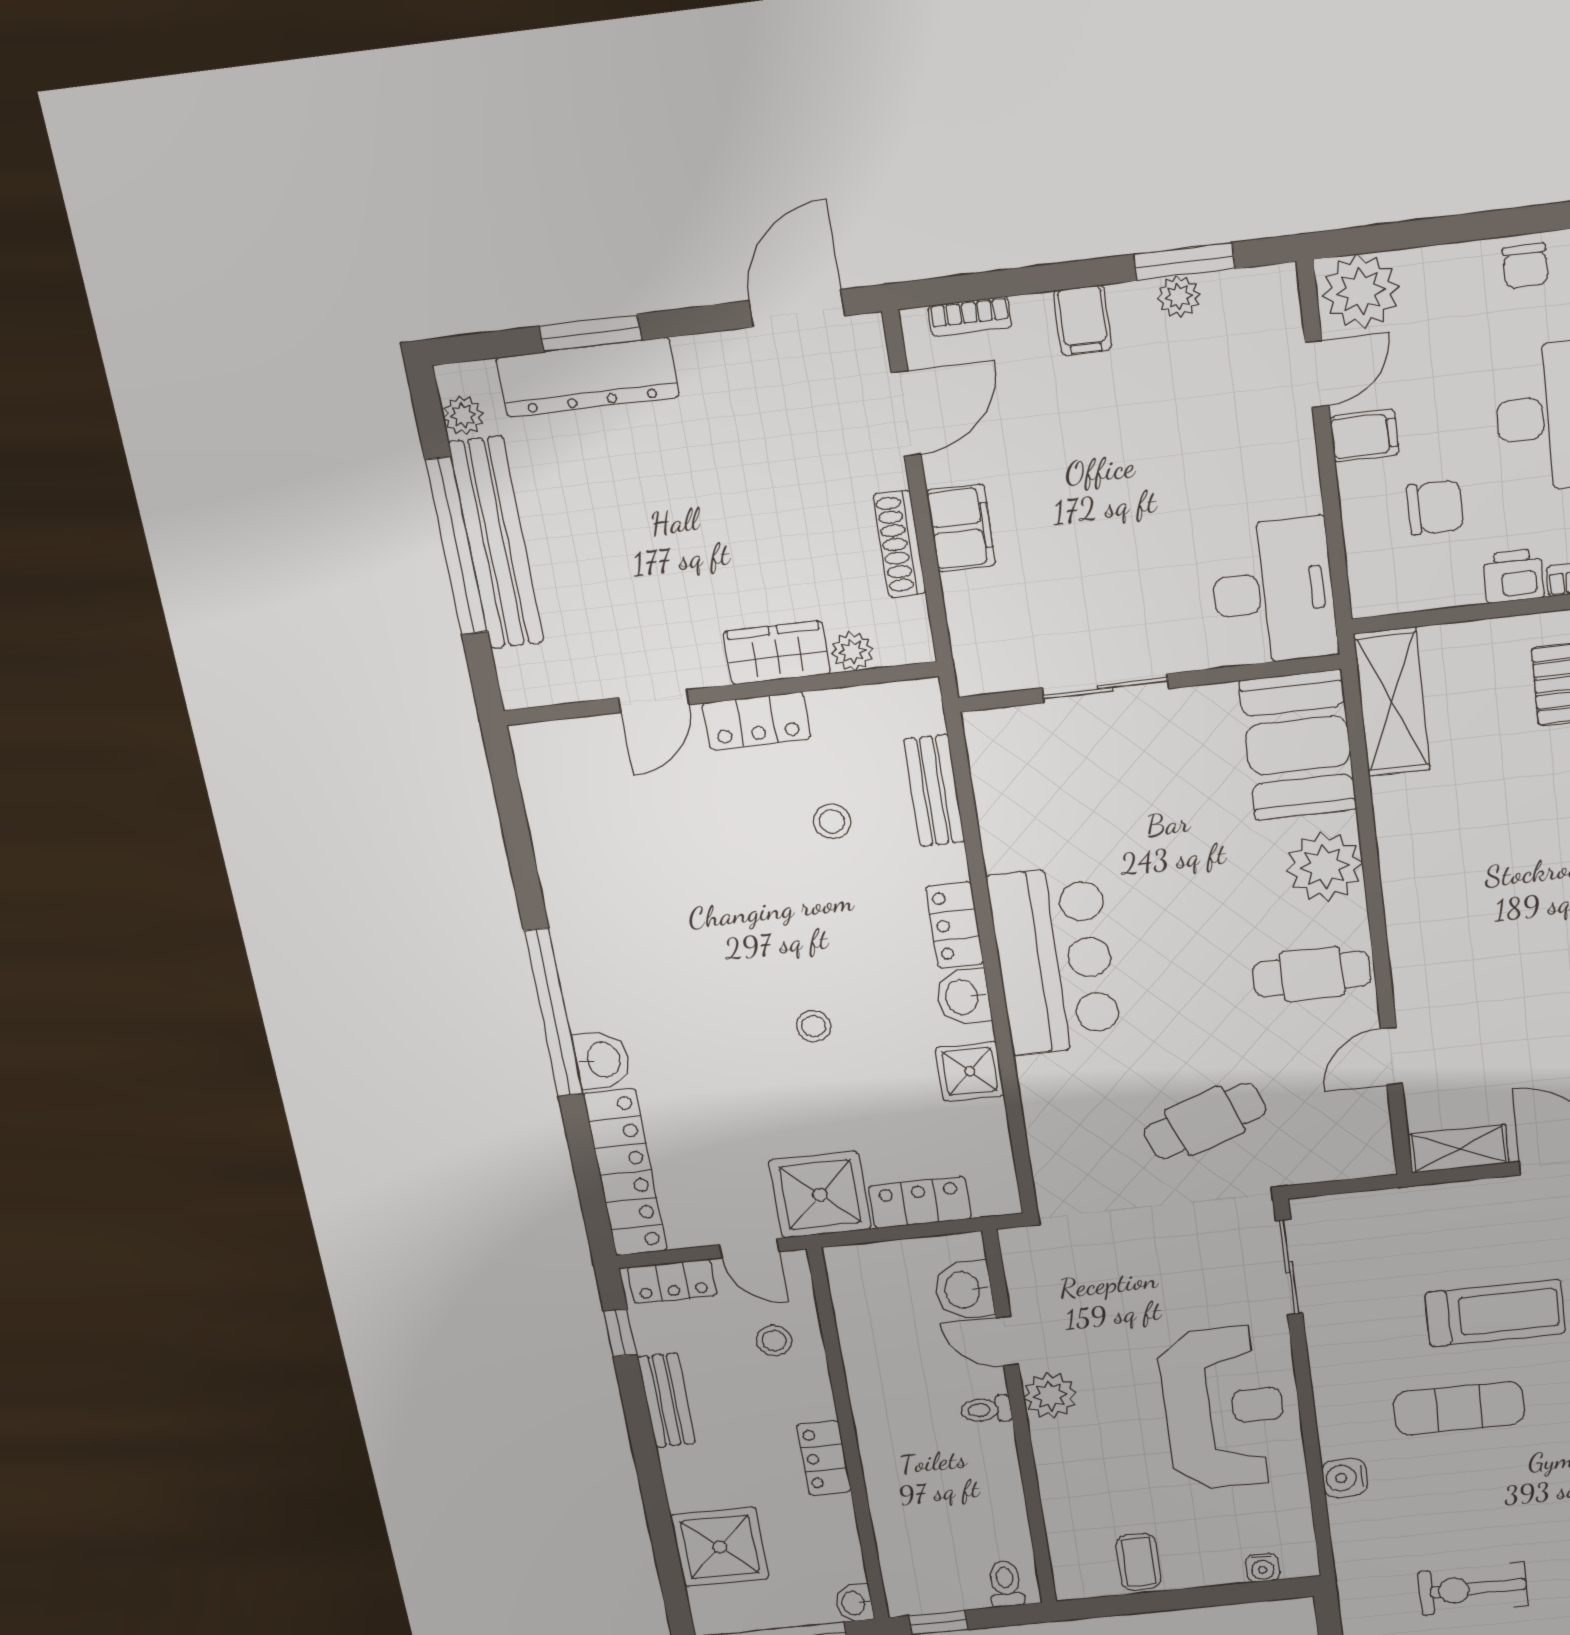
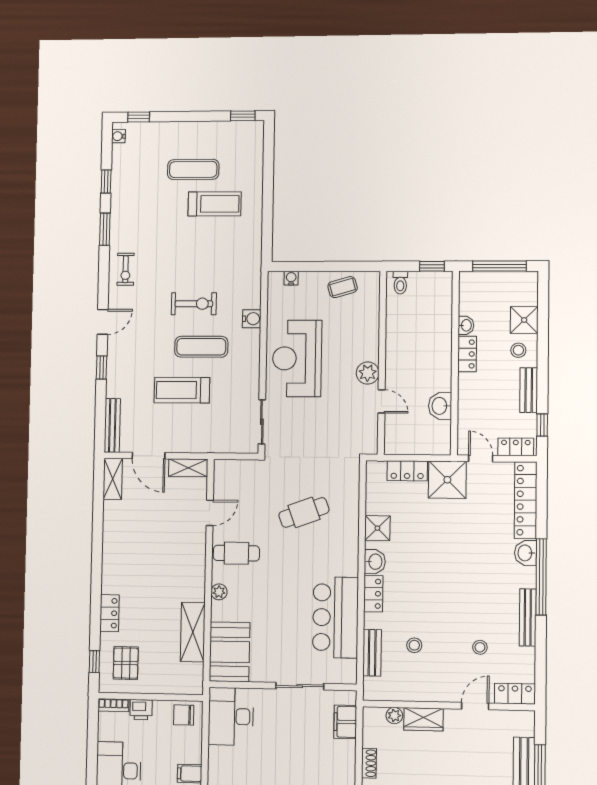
chair: (1435, 507) -> (184, 715), moved
filing cabinet: (961, 528) -> (345, 722), moved
shoe rack: (899, 544) -> (369, 763), width x0.70
shelving: (1392, 702) -> (193, 632), moved
locker: (756, 721) -> (515, 694), moved
plant: (1324, 867) -> (219, 592), width x0.53, depth x0.53
bench: (567, 920) -> (528, 617), added
bar counter: (1055, 961) -> (335, 617), moved
stool: (814, 1026) -> (480, 647), moved
cafe table: (1205, 1121) -> (304, 512), moved
washbasin: (964, 1290) -> (440, 406), moved, turned 180
stool: (774, 1341) -> (518, 350), moved
toilet: (986, 1410) -> (395, 369), removed
shower: (720, 1547) -> (524, 320), width x0.73, depth x0.73
coffee table: (1139, 1562) -> (343, 287), turned 74
exercise bike: (1473, 1589) -> (194, 304), moved
washbasin: (854, 1603) -> (466, 325), moved

